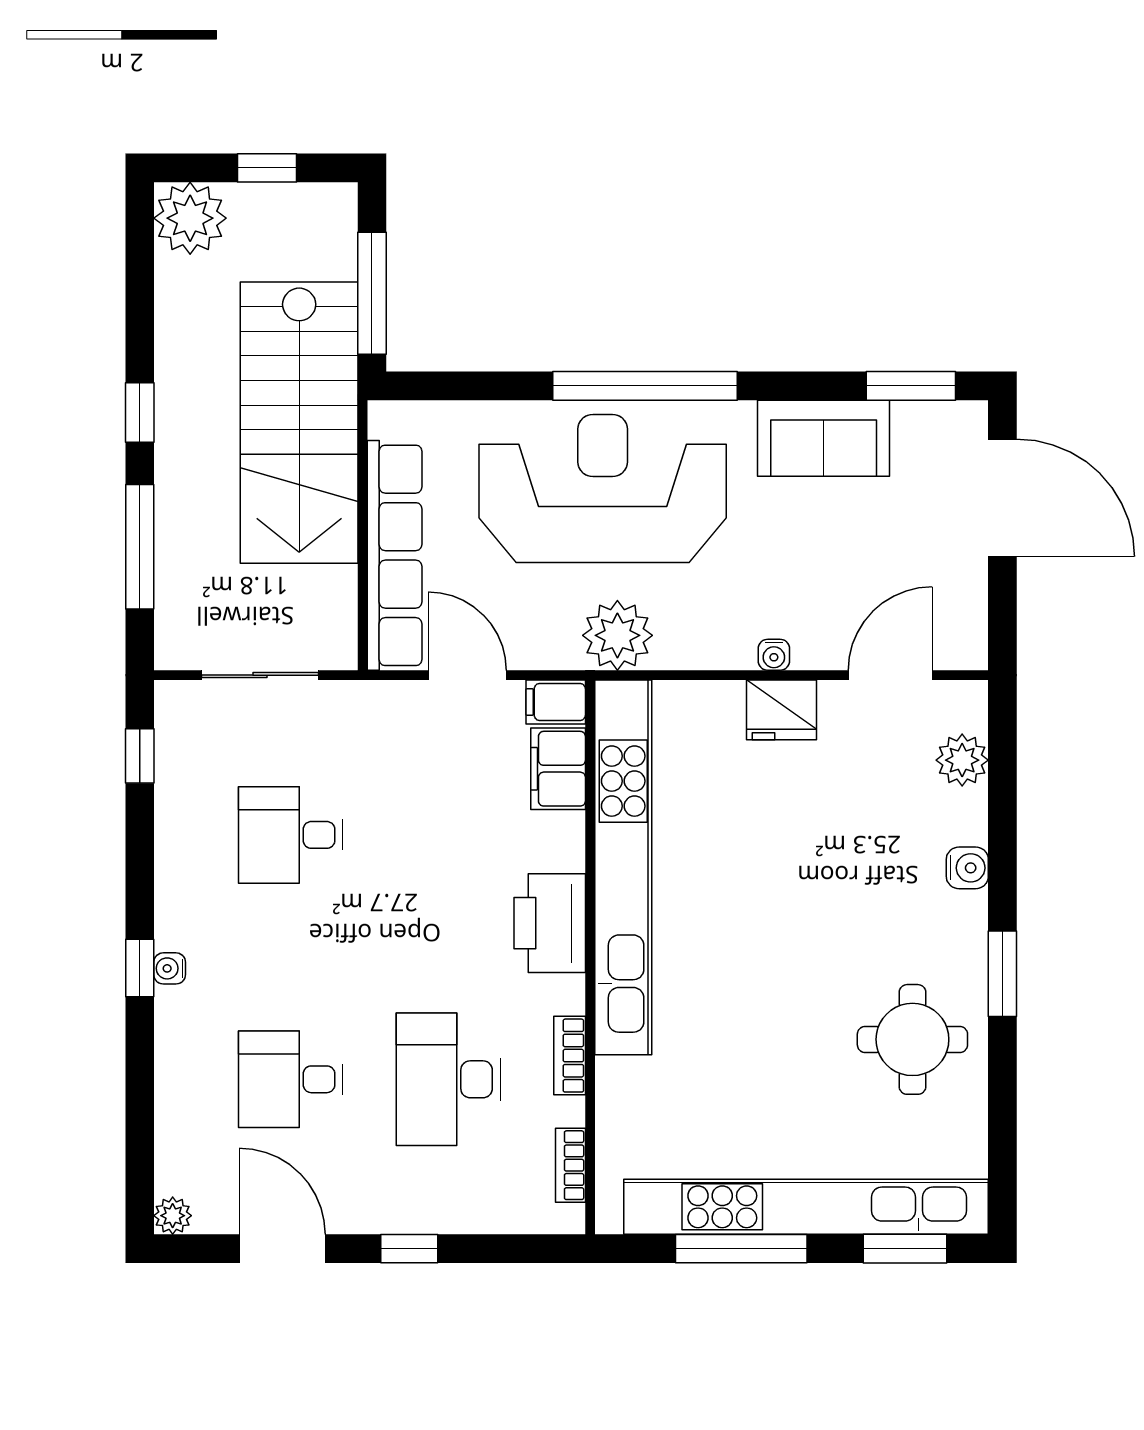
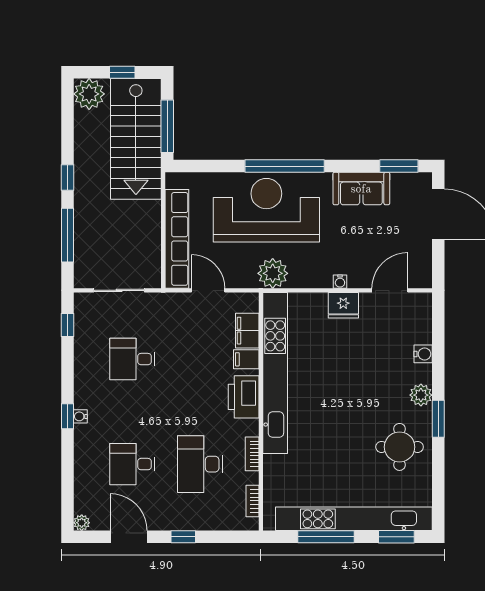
stairs: (299, 423) -> (136, 139), moved
filing cabinet: (556, 702) -> (246, 359), moved
plant: (962, 760) -> (421, 395), moved
water cooler: (967, 868) -> (423, 354), moved

